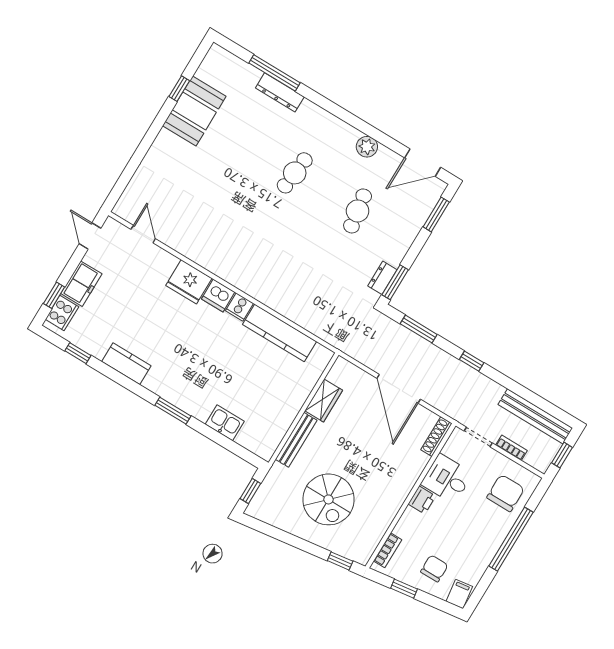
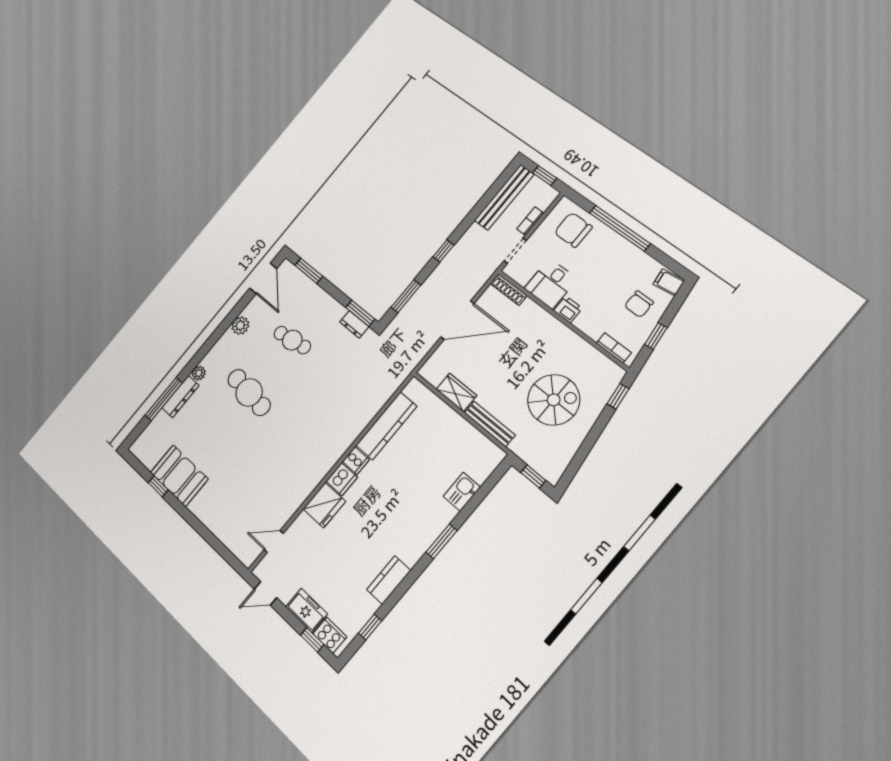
plant: (308, 109) -> (199, 373), added
cafe table: (295, 173) -> (249, 392), width x1.37, depth x1.35
chair: (434, 568) -> (639, 304), turned -90

